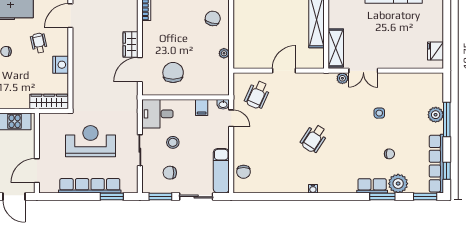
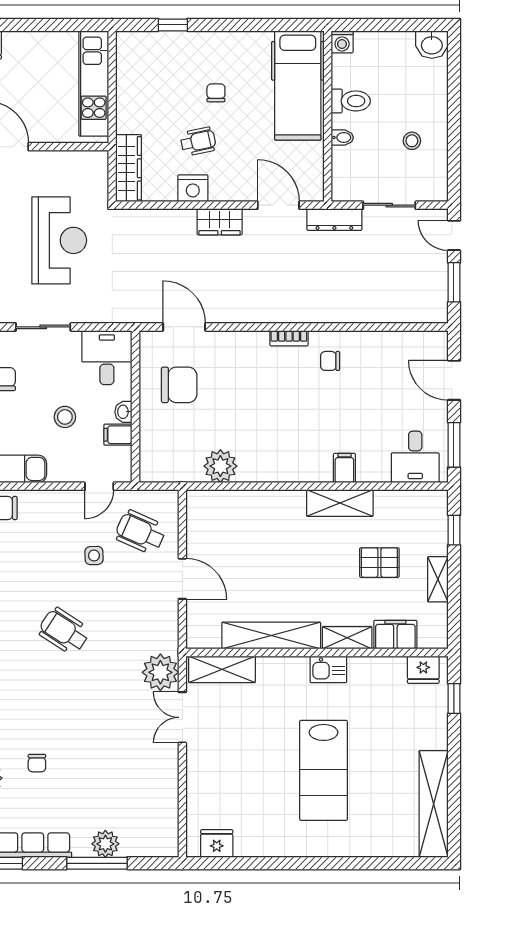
chair: (213, 18) -> (274, 454), removed
wheelchair: (39, 43) -> (198, 141), moved
wardrobe: (131, 45) -> (220, 222), moved, turned 180
plant: (224, 53) -> (220, 466), width x1.87, depth x1.87
plant: (342, 78) -> (160, 672), width x1.87, depth x1.87
washbasin: (223, 104) -> (123, 412), moved
side table: (379, 113) -> (94, 556), moved
stool: (173, 142) -> (65, 417), moved

